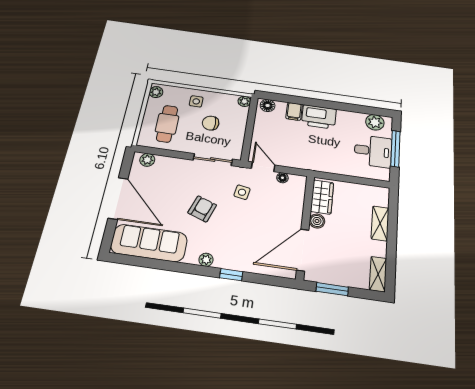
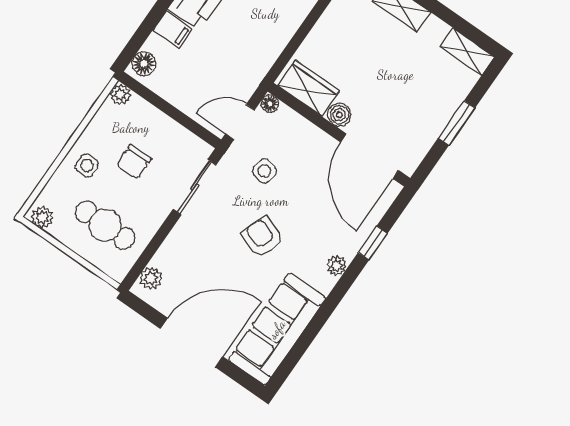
wardrobe: (322, 197) -> (309, 88), moved
boiler: (317, 221) -> (339, 115), moved
wall: (305, 226) -> (339, 135), moved
door: (303, 250) -> (370, 156), moved

